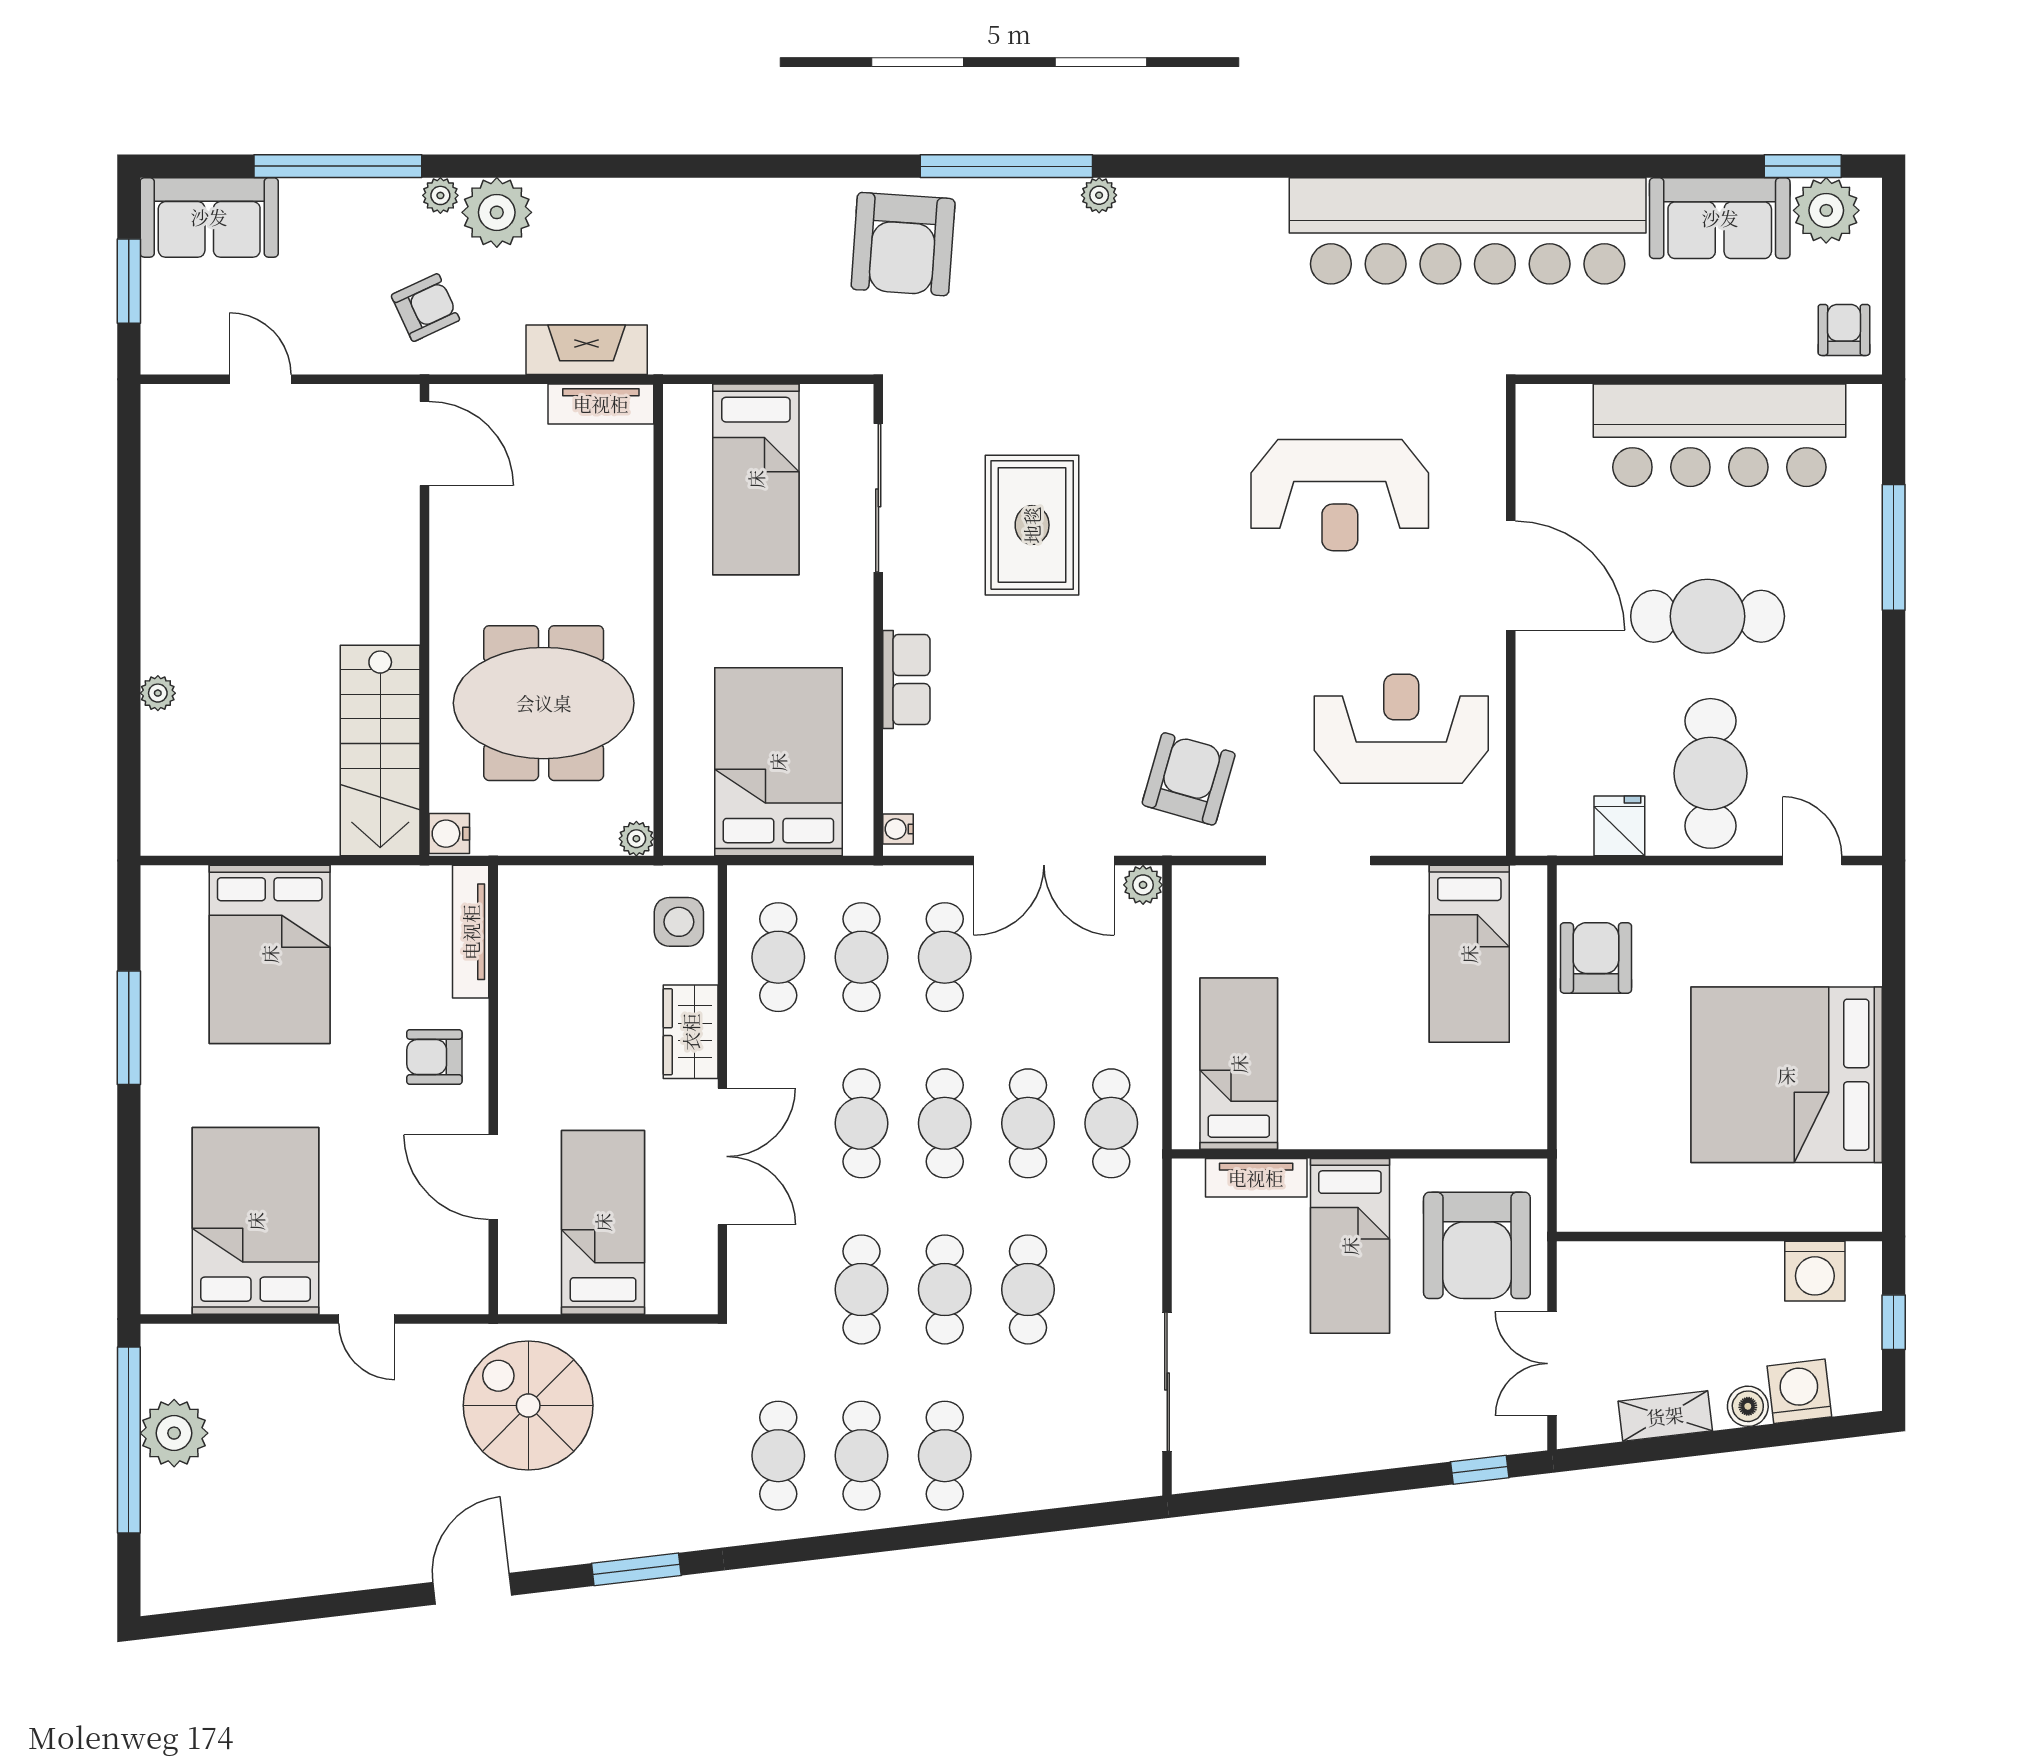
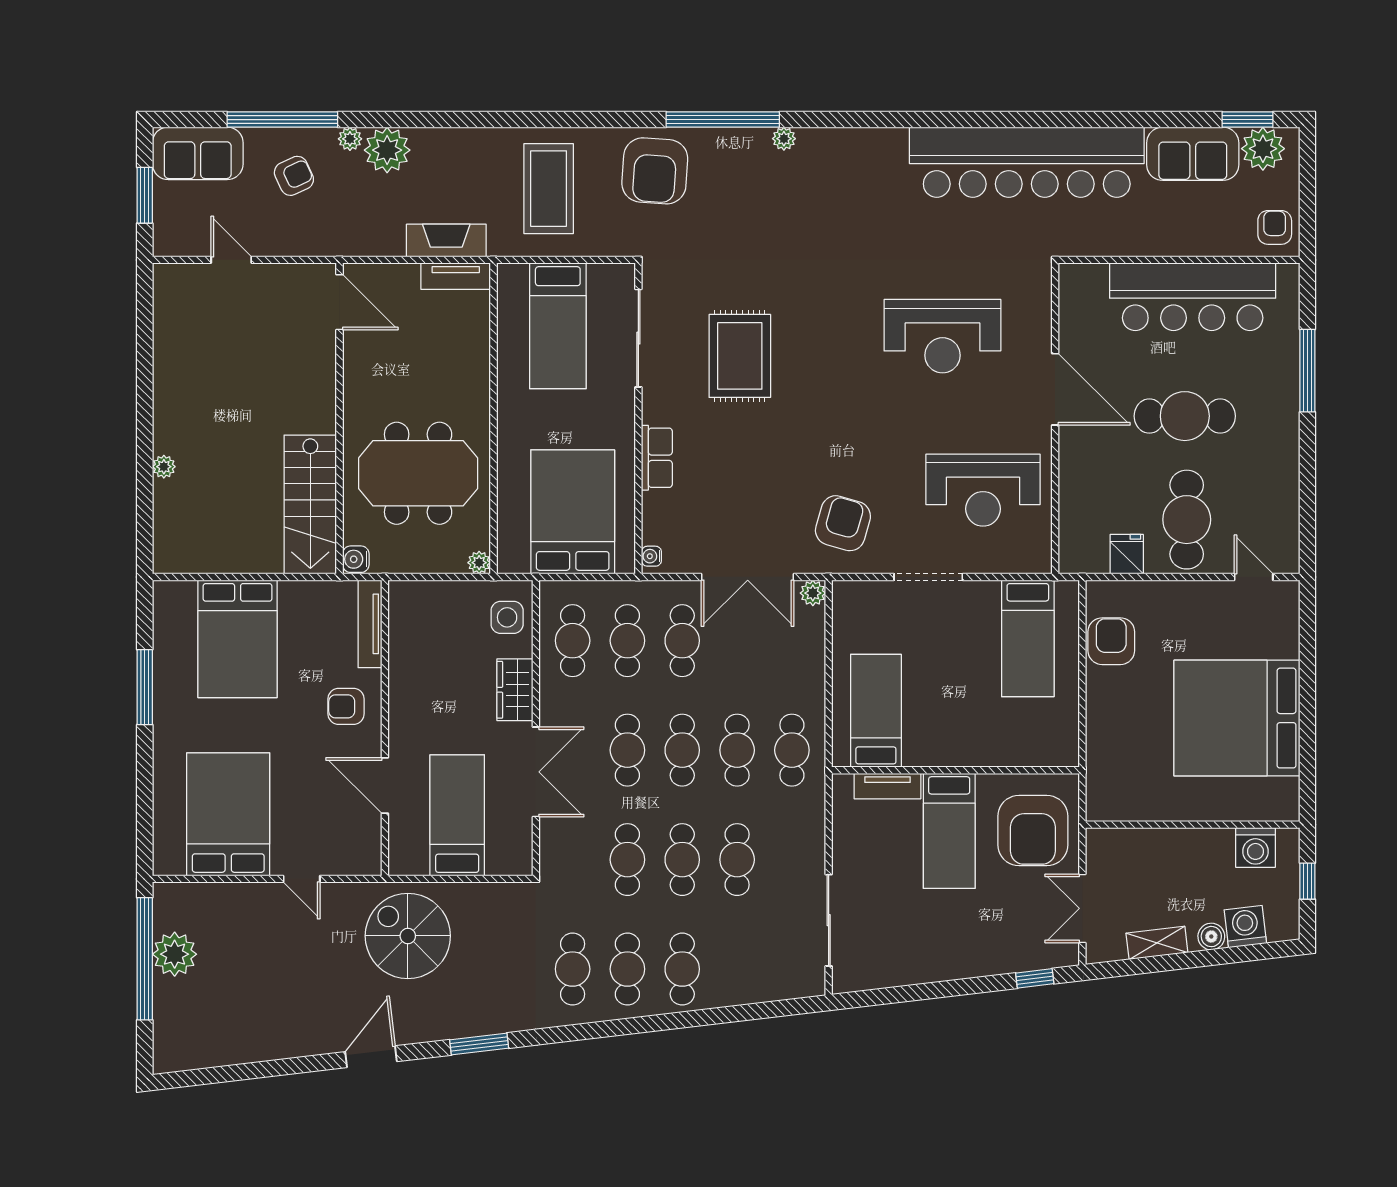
coffee table: (742, 271) -> (549, 189), added
armchair: (425, 308) -> (294, 176), moved
reception desk: (1401, 729) -> (983, 490), turned 180

